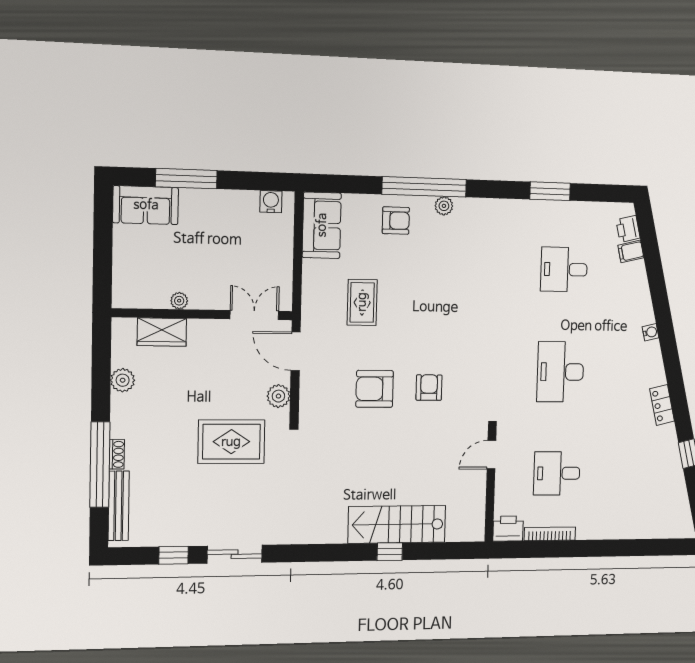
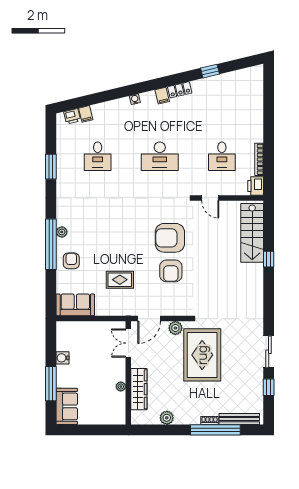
water cooler: (271, 202) -> (63, 358), moved
wardrobe: (162, 332) -> (139, 389), width x1.50
filing cabinet: (654, 377) -> (162, 96), added
armchair: (429, 388) -> (170, 238), width x1.88, depth x1.88
rug: (231, 442) -> (202, 355), width x1.37, depth x1.44
stairs: (397, 524) -> (252, 233), moved

